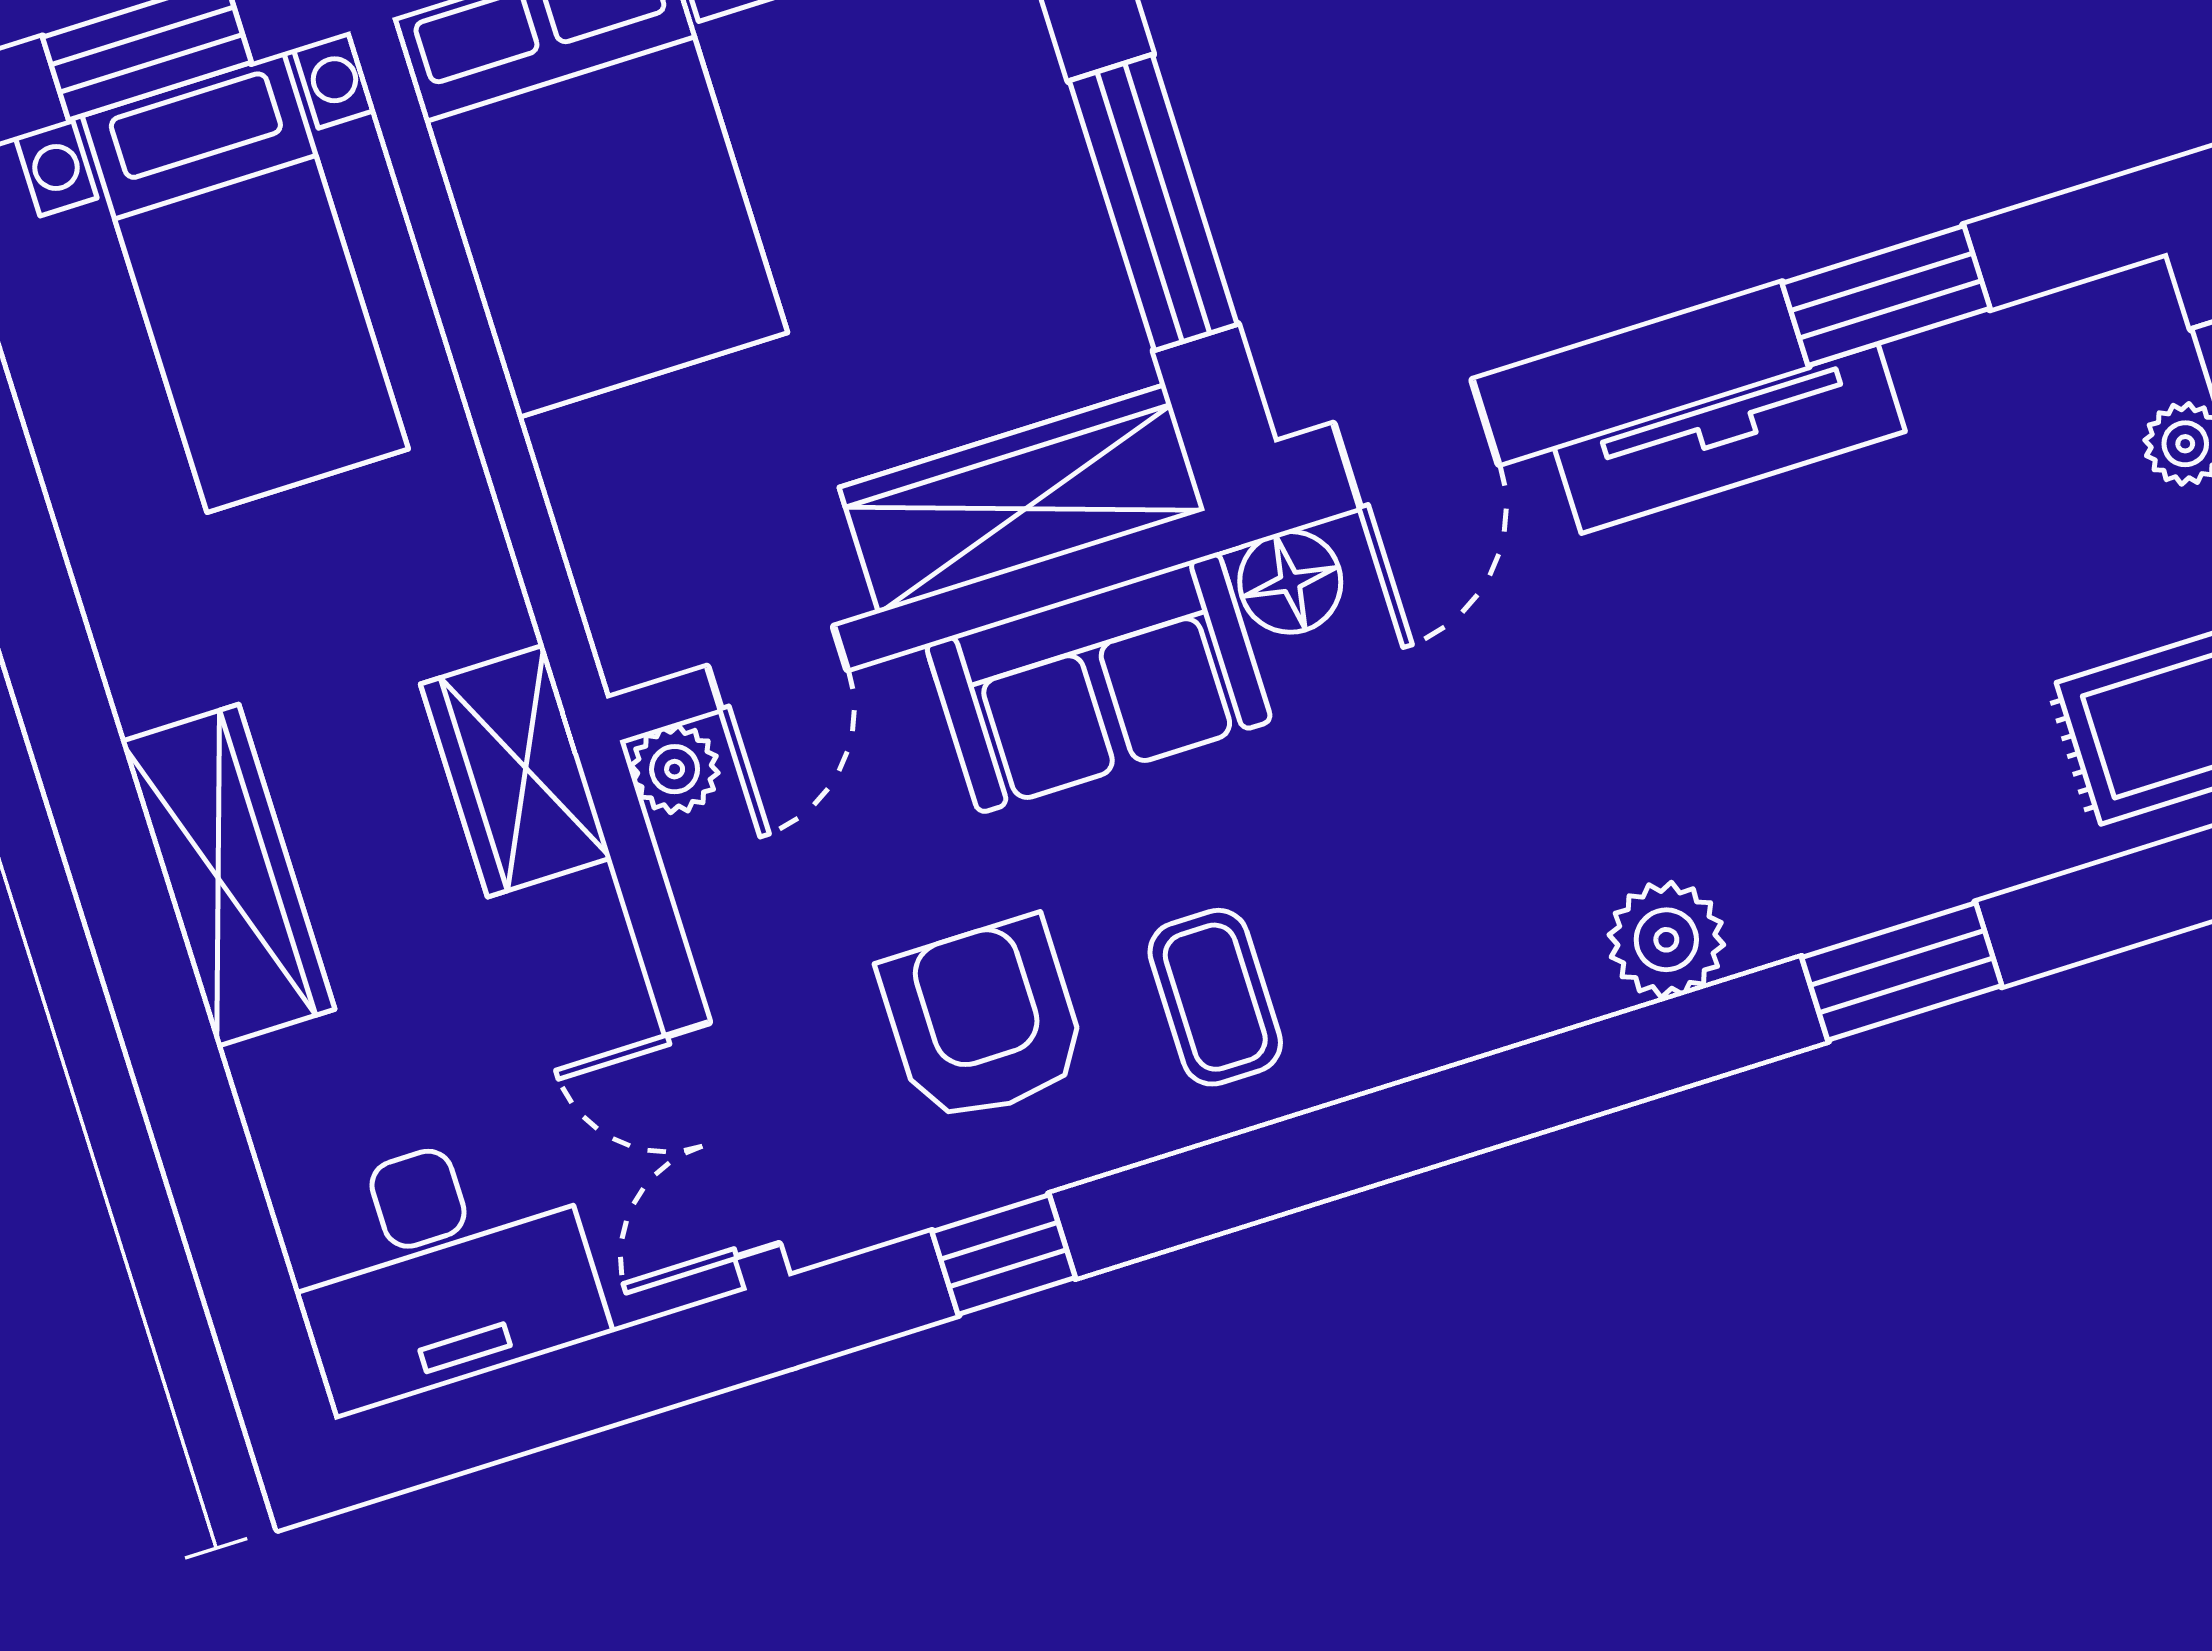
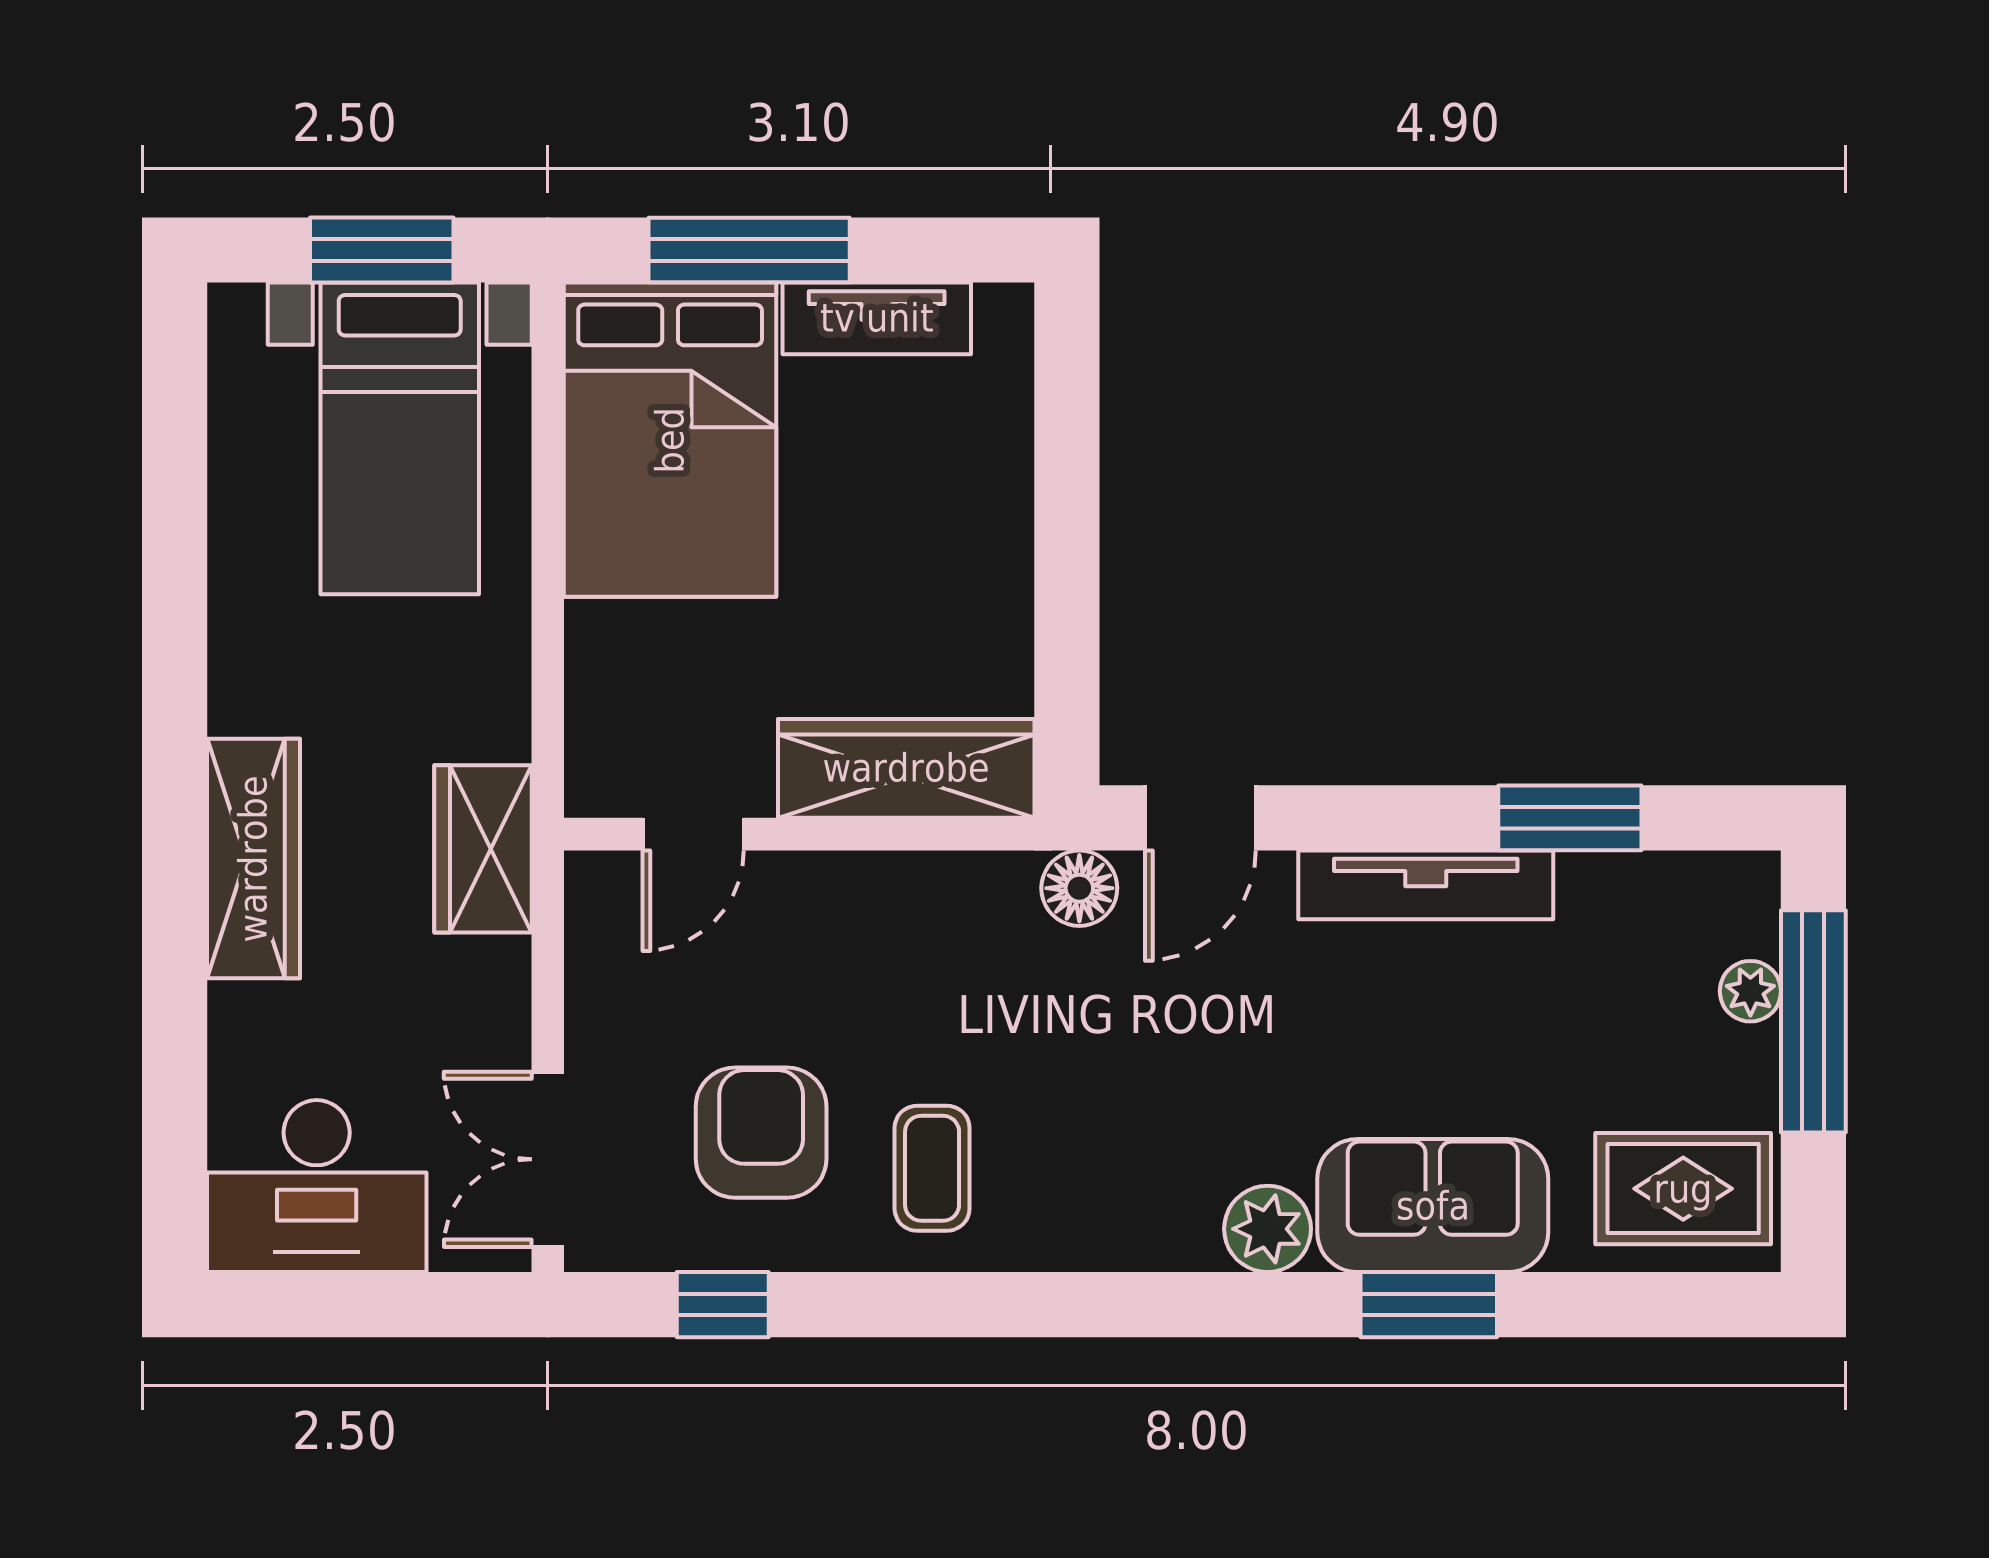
window: (1153, 203) -> (1067, 586), removed
sofa: (1099, 683) -> (1433, 1206), moved, turned 180
plant: (675, 769) -> (597, 883), removed

